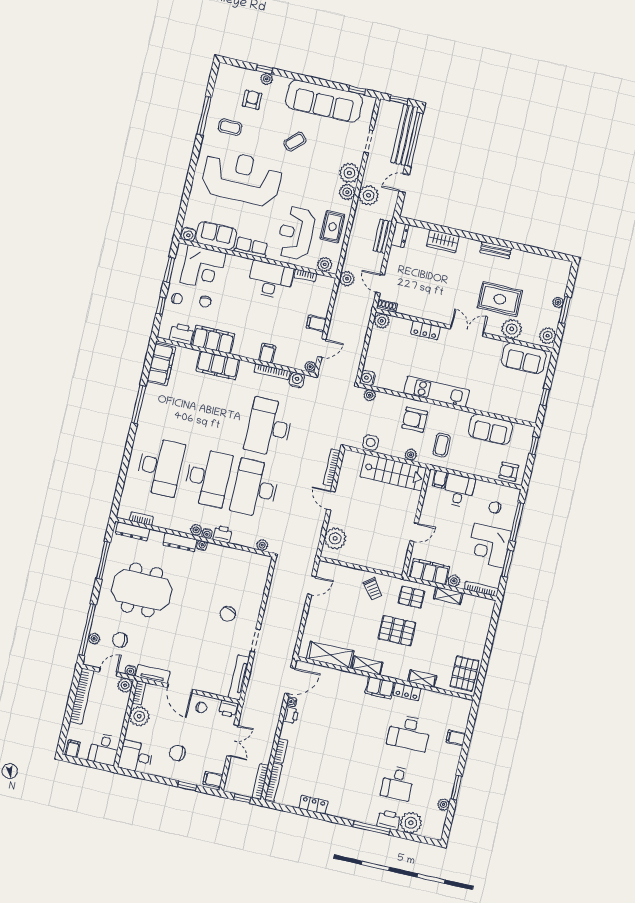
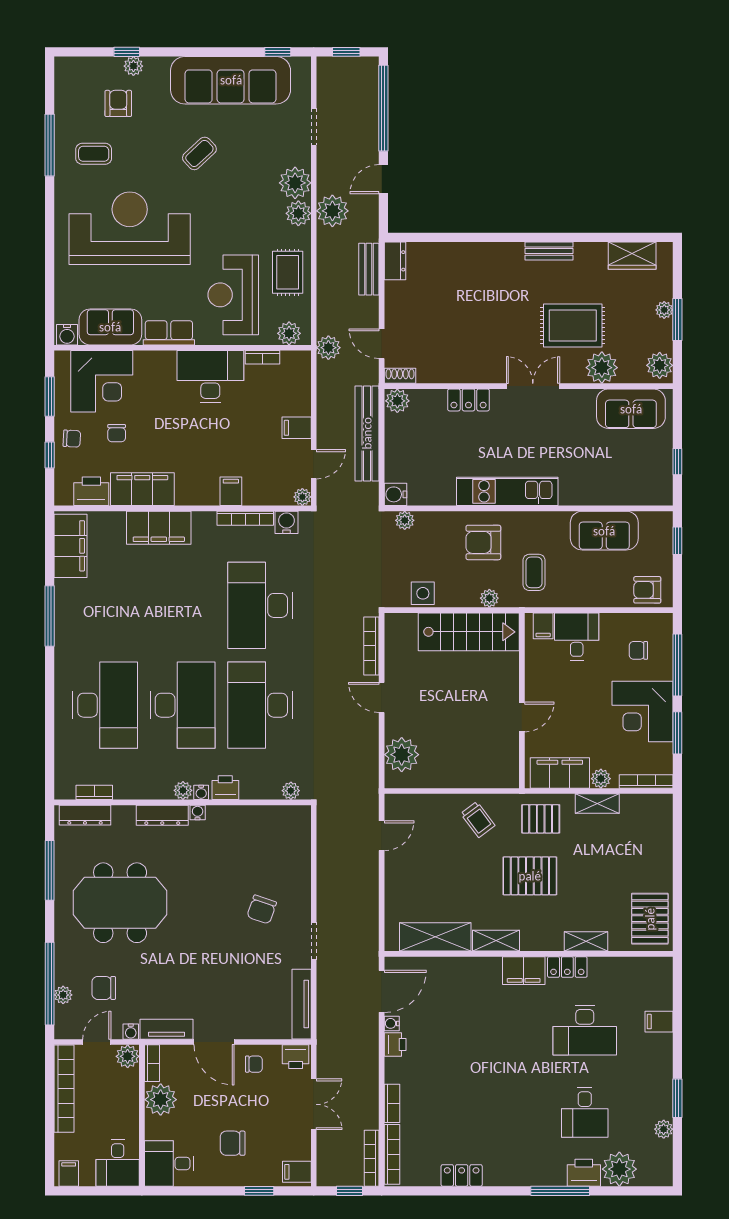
bench: (404, 135) -> (367, 433), moved
wardrobe: (443, 241) -> (632, 256), moved

